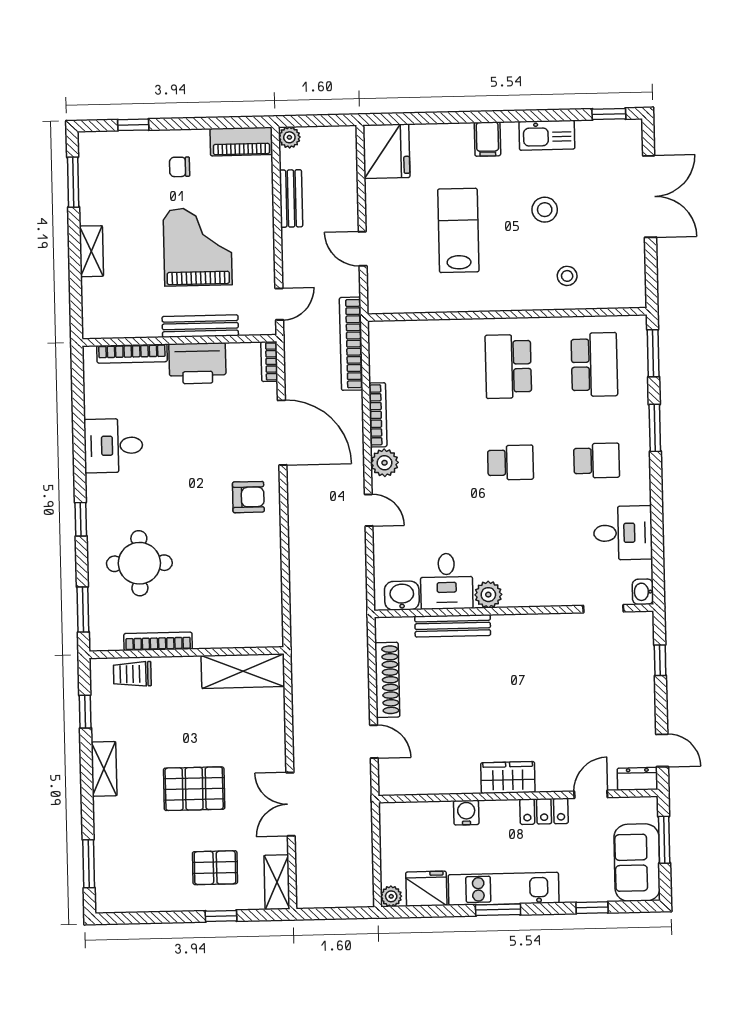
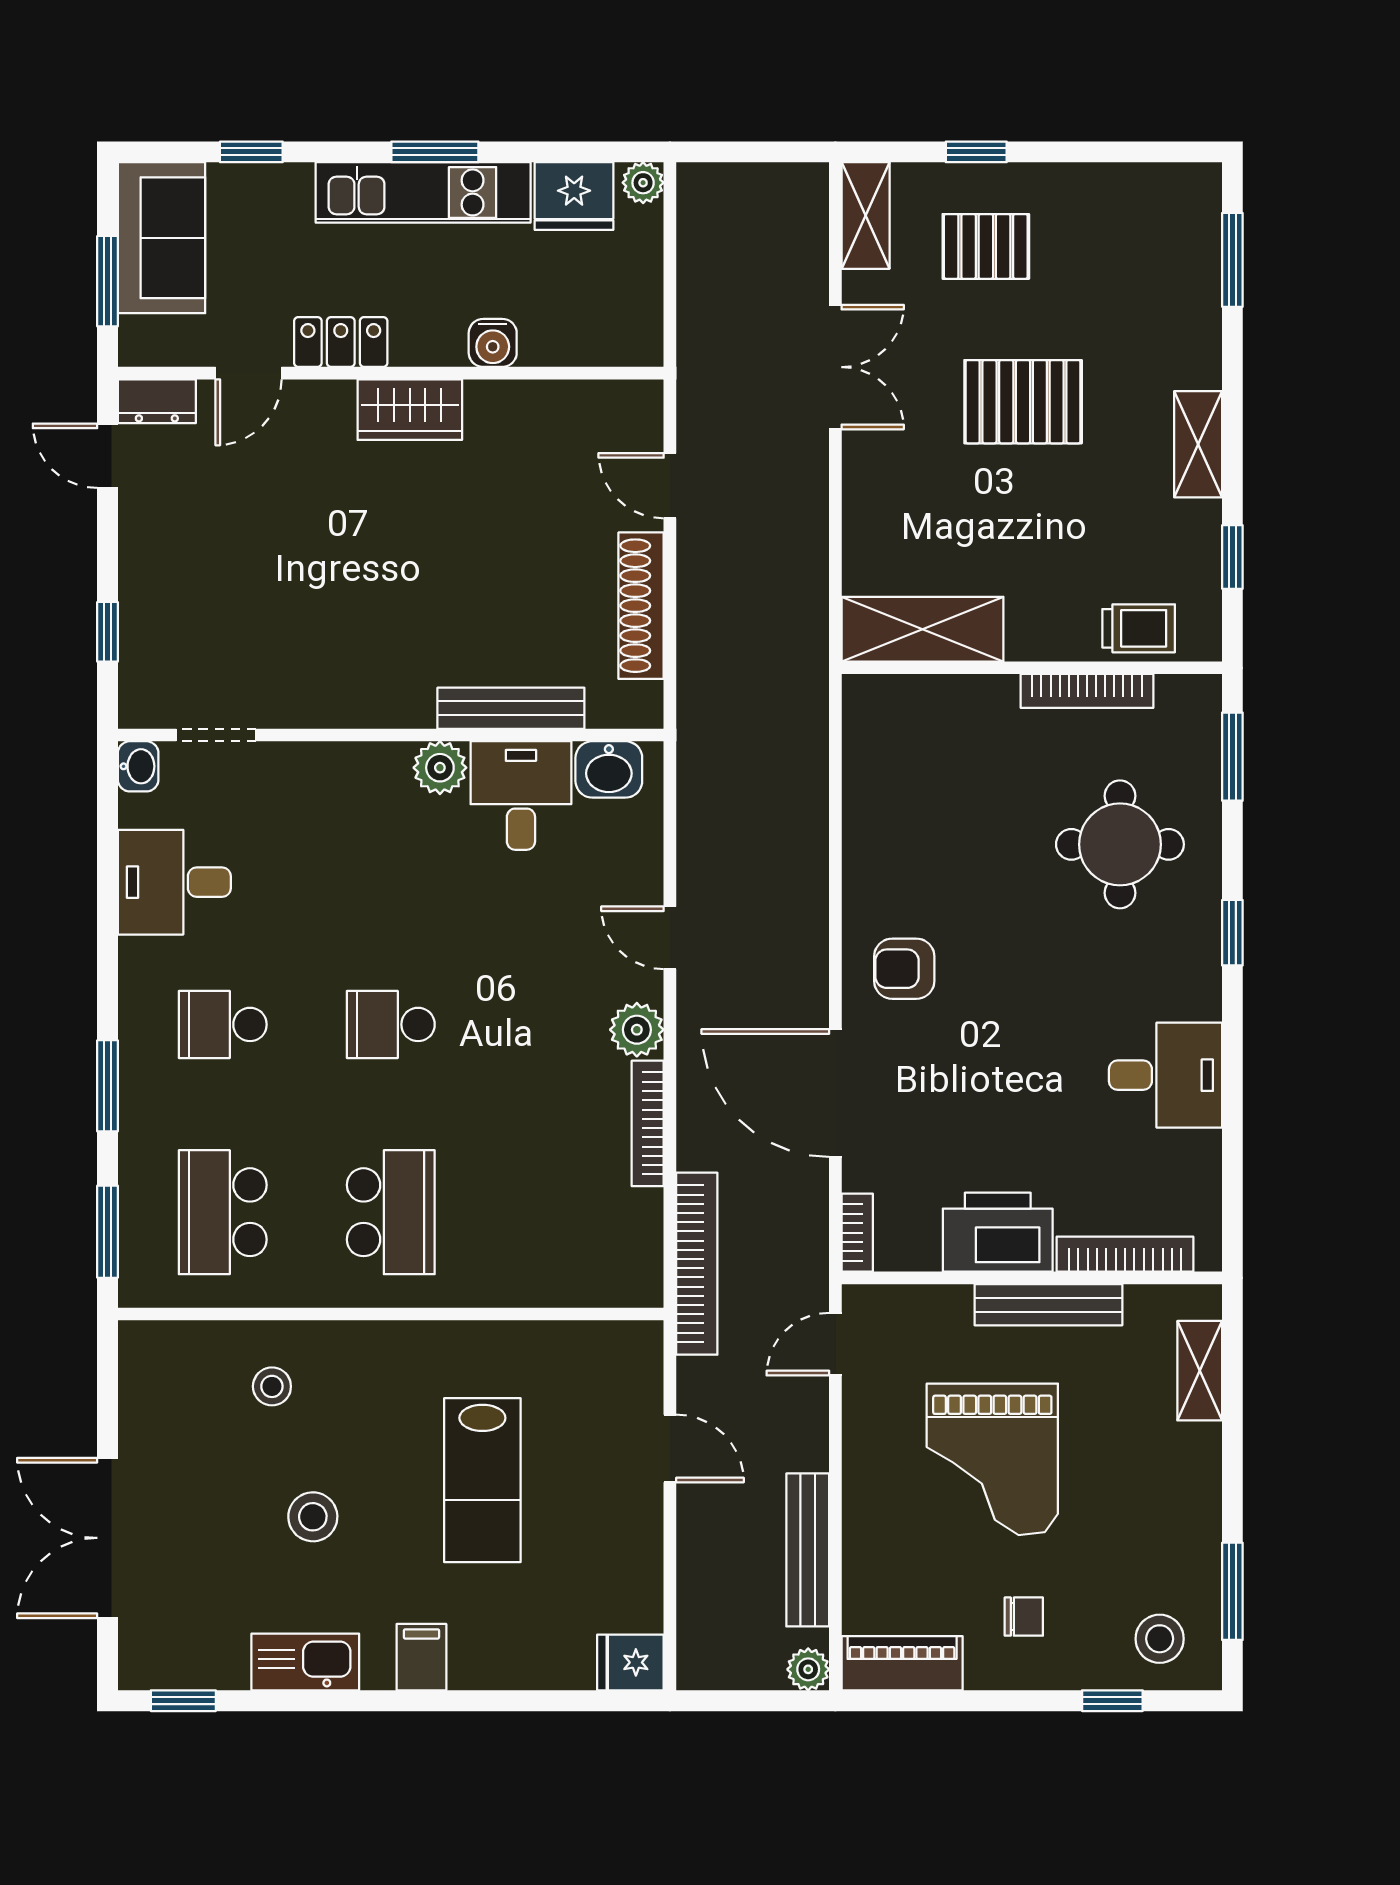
fridge: (386, 151) -> (630, 1662), width x0.53, depth x0.75
stool: (110, 157) -> (1160, 1639), added
bench: (291, 198) -> (808, 1550), width x1.36
shelving: (91, 251) -> (1200, 1371), moved
bench: (200, 326) -> (1048, 1305), moved

